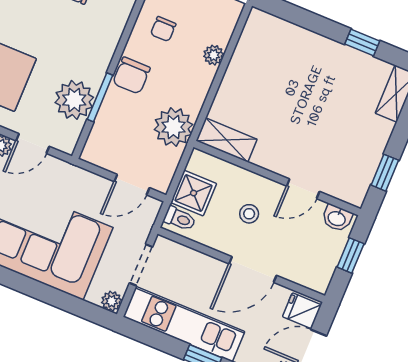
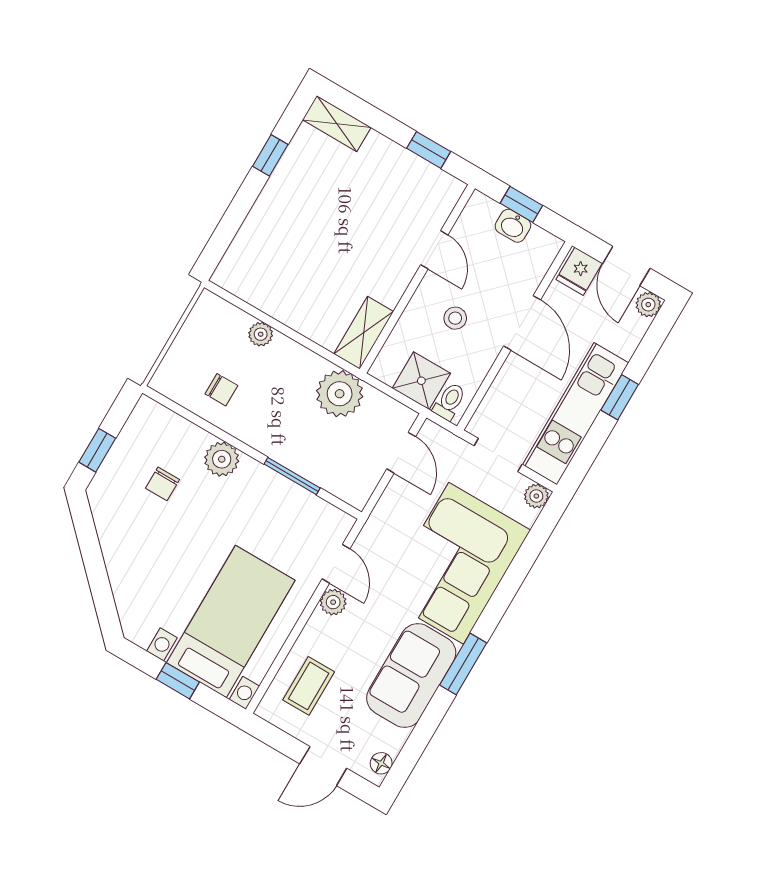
chair: (131, 76) -> (271, 435), removed
plant: (74, 100) -> (222, 459), moved, width x0.73, depth x0.73
washbasin: (337, 218) -> (513, 226), moved, turned 90

